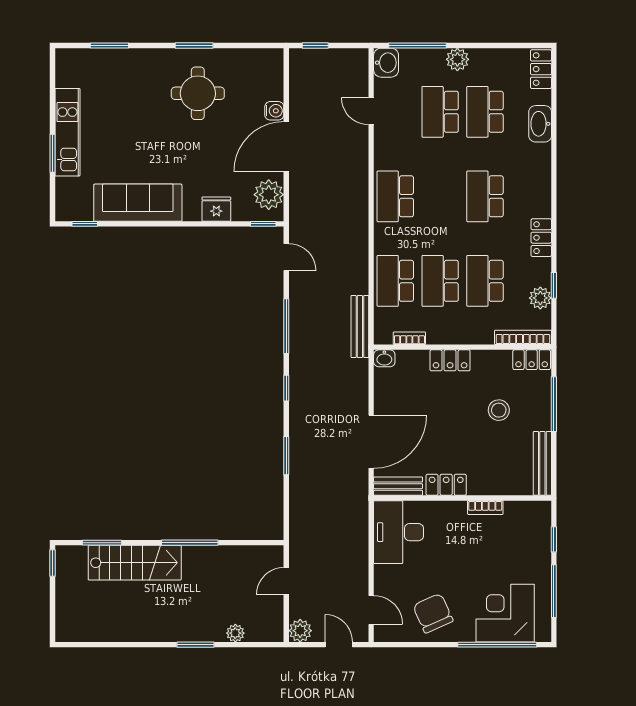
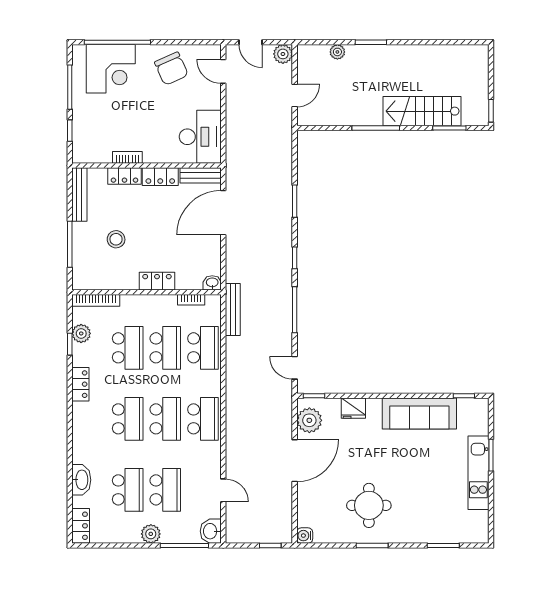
water cooler: (274, 111) -> (305, 536), moved
school desk: (440, 196) -> (165, 419), added
locker: (532, 360) -> (124, 176), moved, turned 180

